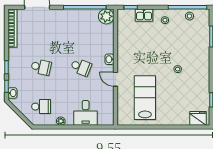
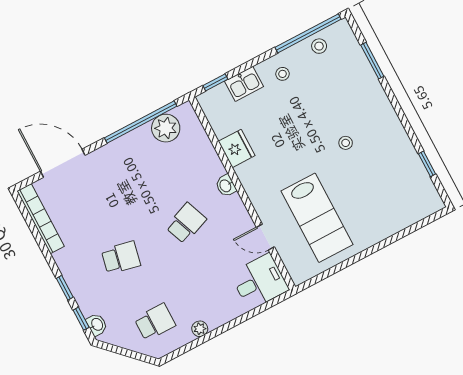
plant: (106, 16) -> (166, 128), moved
school desk: (81, 67) -> (186, 223), turned -42
door: (115, 79) -> (265, 237), moved
lab bench: (145, 98) -> (317, 218), turned 180
desk: (86, 113) -> (259, 282), moved, turned -90
fridge: (198, 118) -> (237, 148), moved, turned 90

